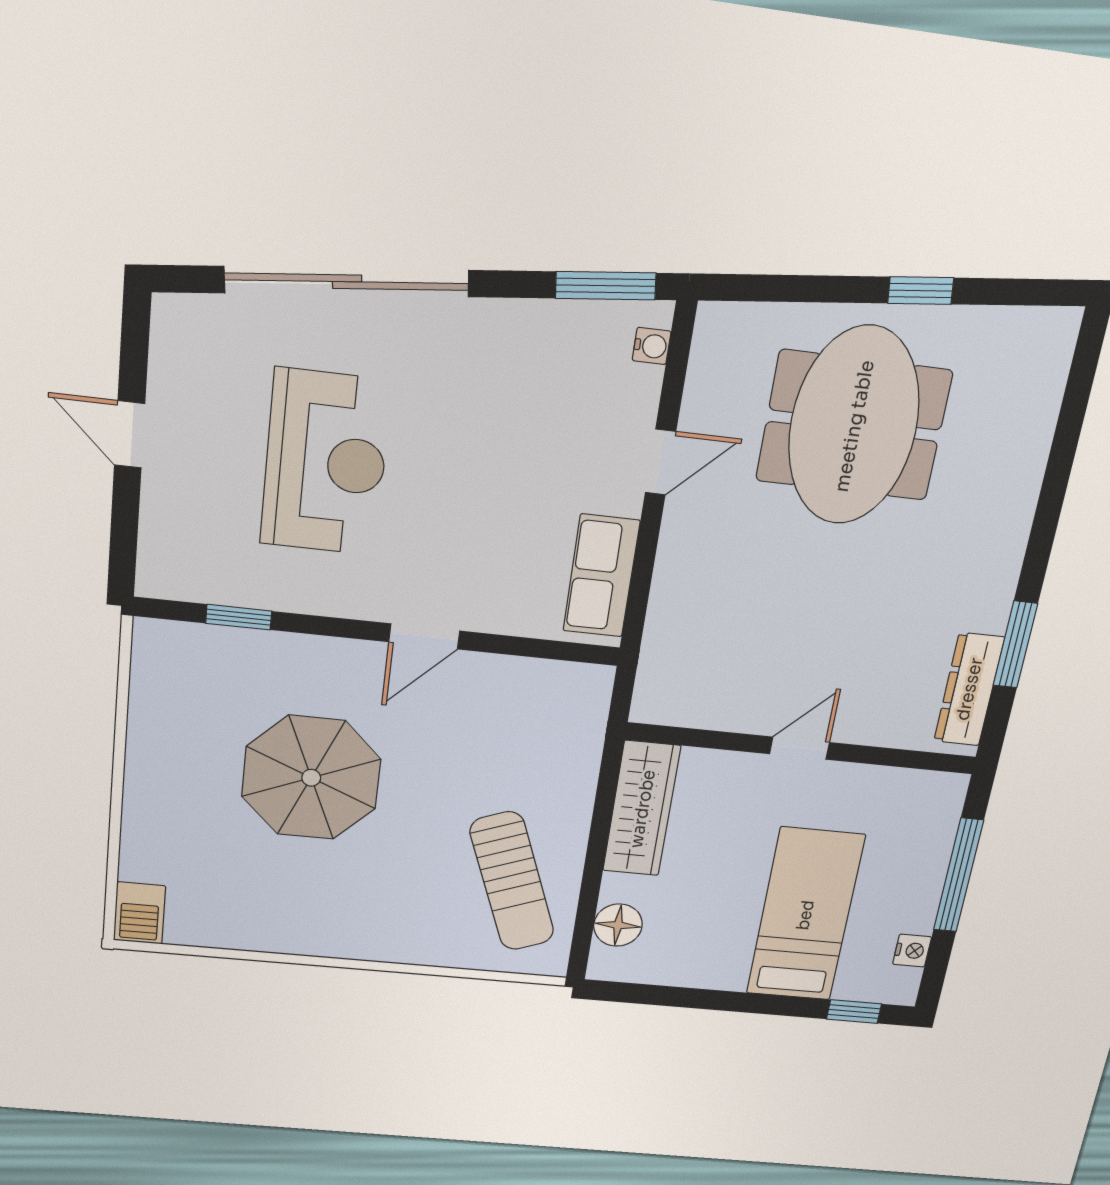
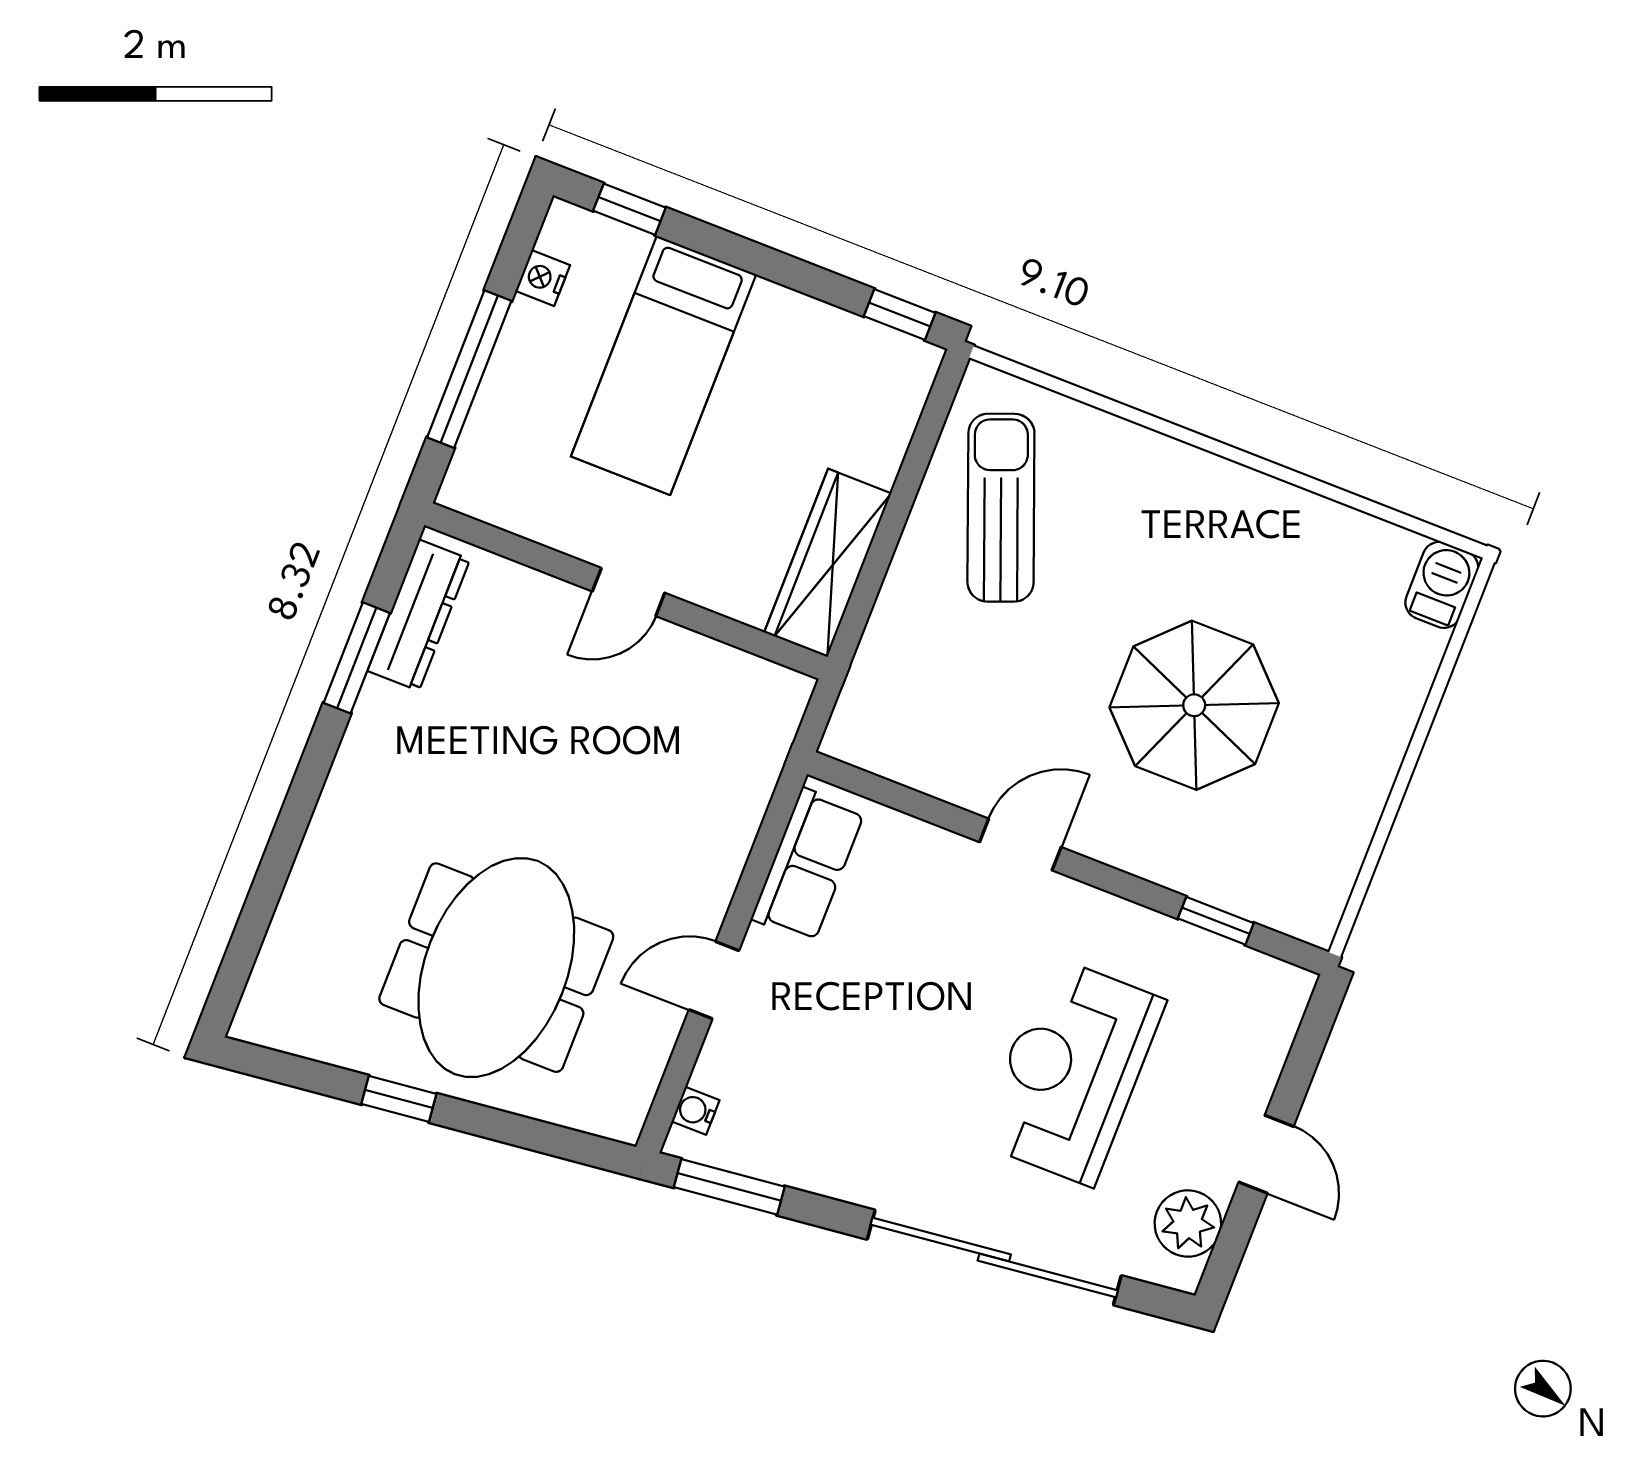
plant: (180, 356) -> (1188, 1224), added
floor lamp: (618, 925) -> (891, 413), removed
window: (628, 993) -> (900, 315), added

